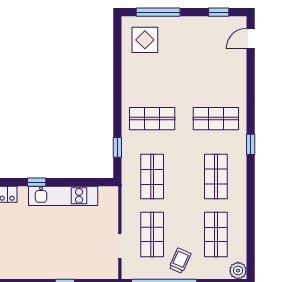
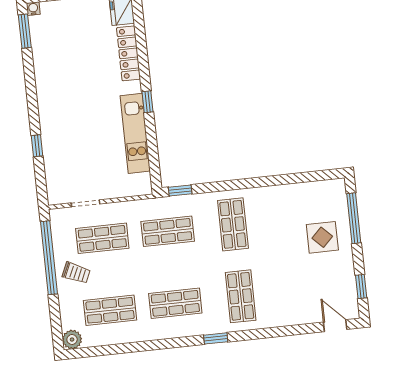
display table: (145, 40) -> (322, 237), moved
window: (117, 147) -> (180, 190), moved

